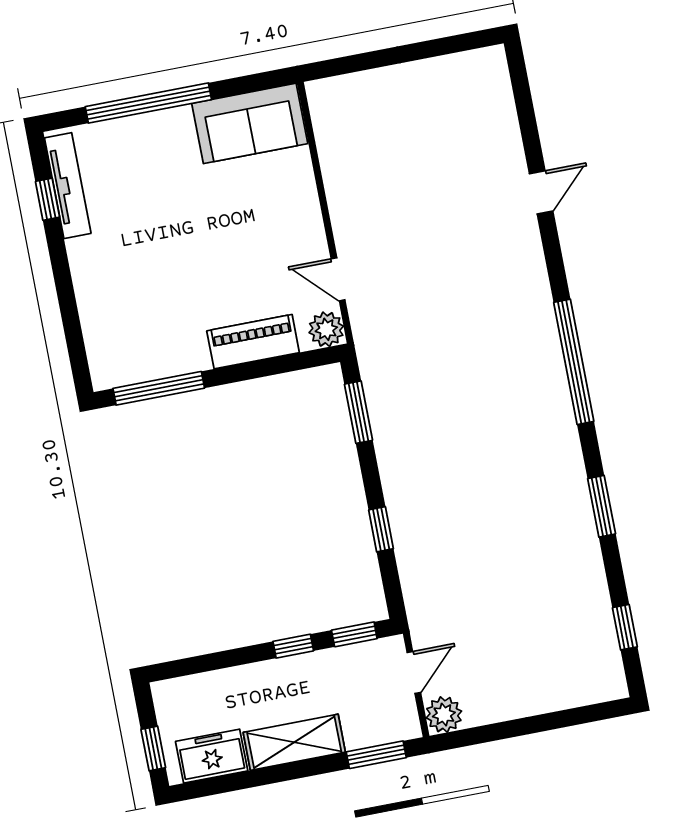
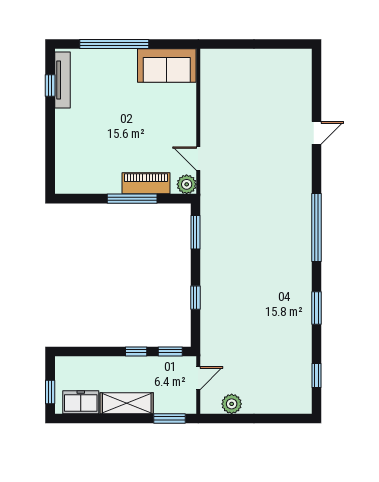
window: (159, 388) -> (132, 199), moved
plant: (444, 715) -> (232, 404), moved

